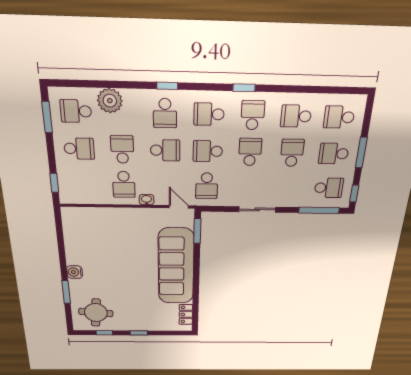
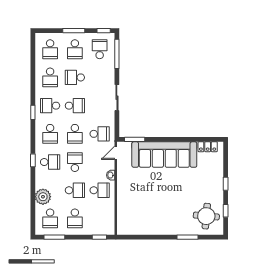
school desk: (79, 149) -> (75, 218), turned 180
school desk: (122, 149) -> (75, 190), turned 180
school desk: (250, 152) -> (75, 106), turned 180
water cooler: (75, 272) -> (170, 229), removed

